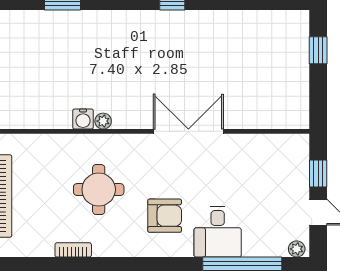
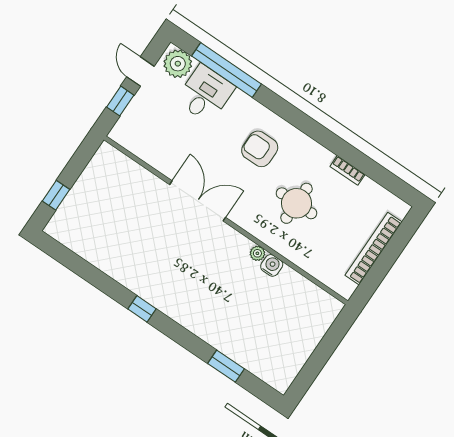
double door: (188, 131) -> (198, 201), swing flipped
desk: (218, 232) -> (205, 94), moved
plant: (297, 249) -> (178, 64), width x1.88, depth x1.88

